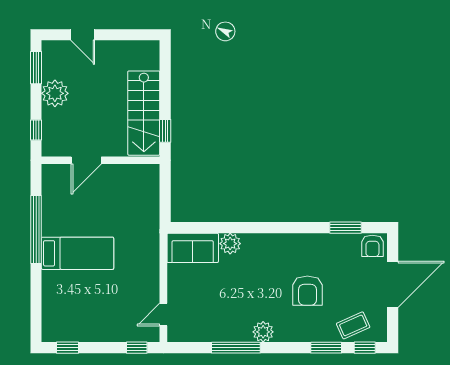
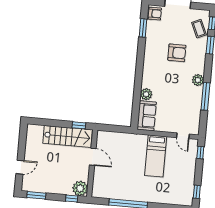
plant: (55, 93) -> (80, 188), moved
door: (86, 160) -> (93, 157), moved
bed: (77, 253) -> (156, 156), moved, turned 180

